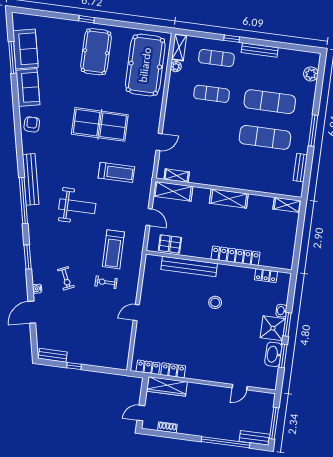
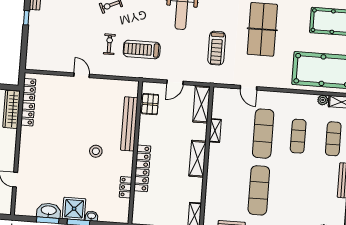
exercise mat: (270, 102) -> (263, 134), moved
shelving: (177, 176) -> (215, 131), moved
locker: (266, 276) -> (126, 187), moved

